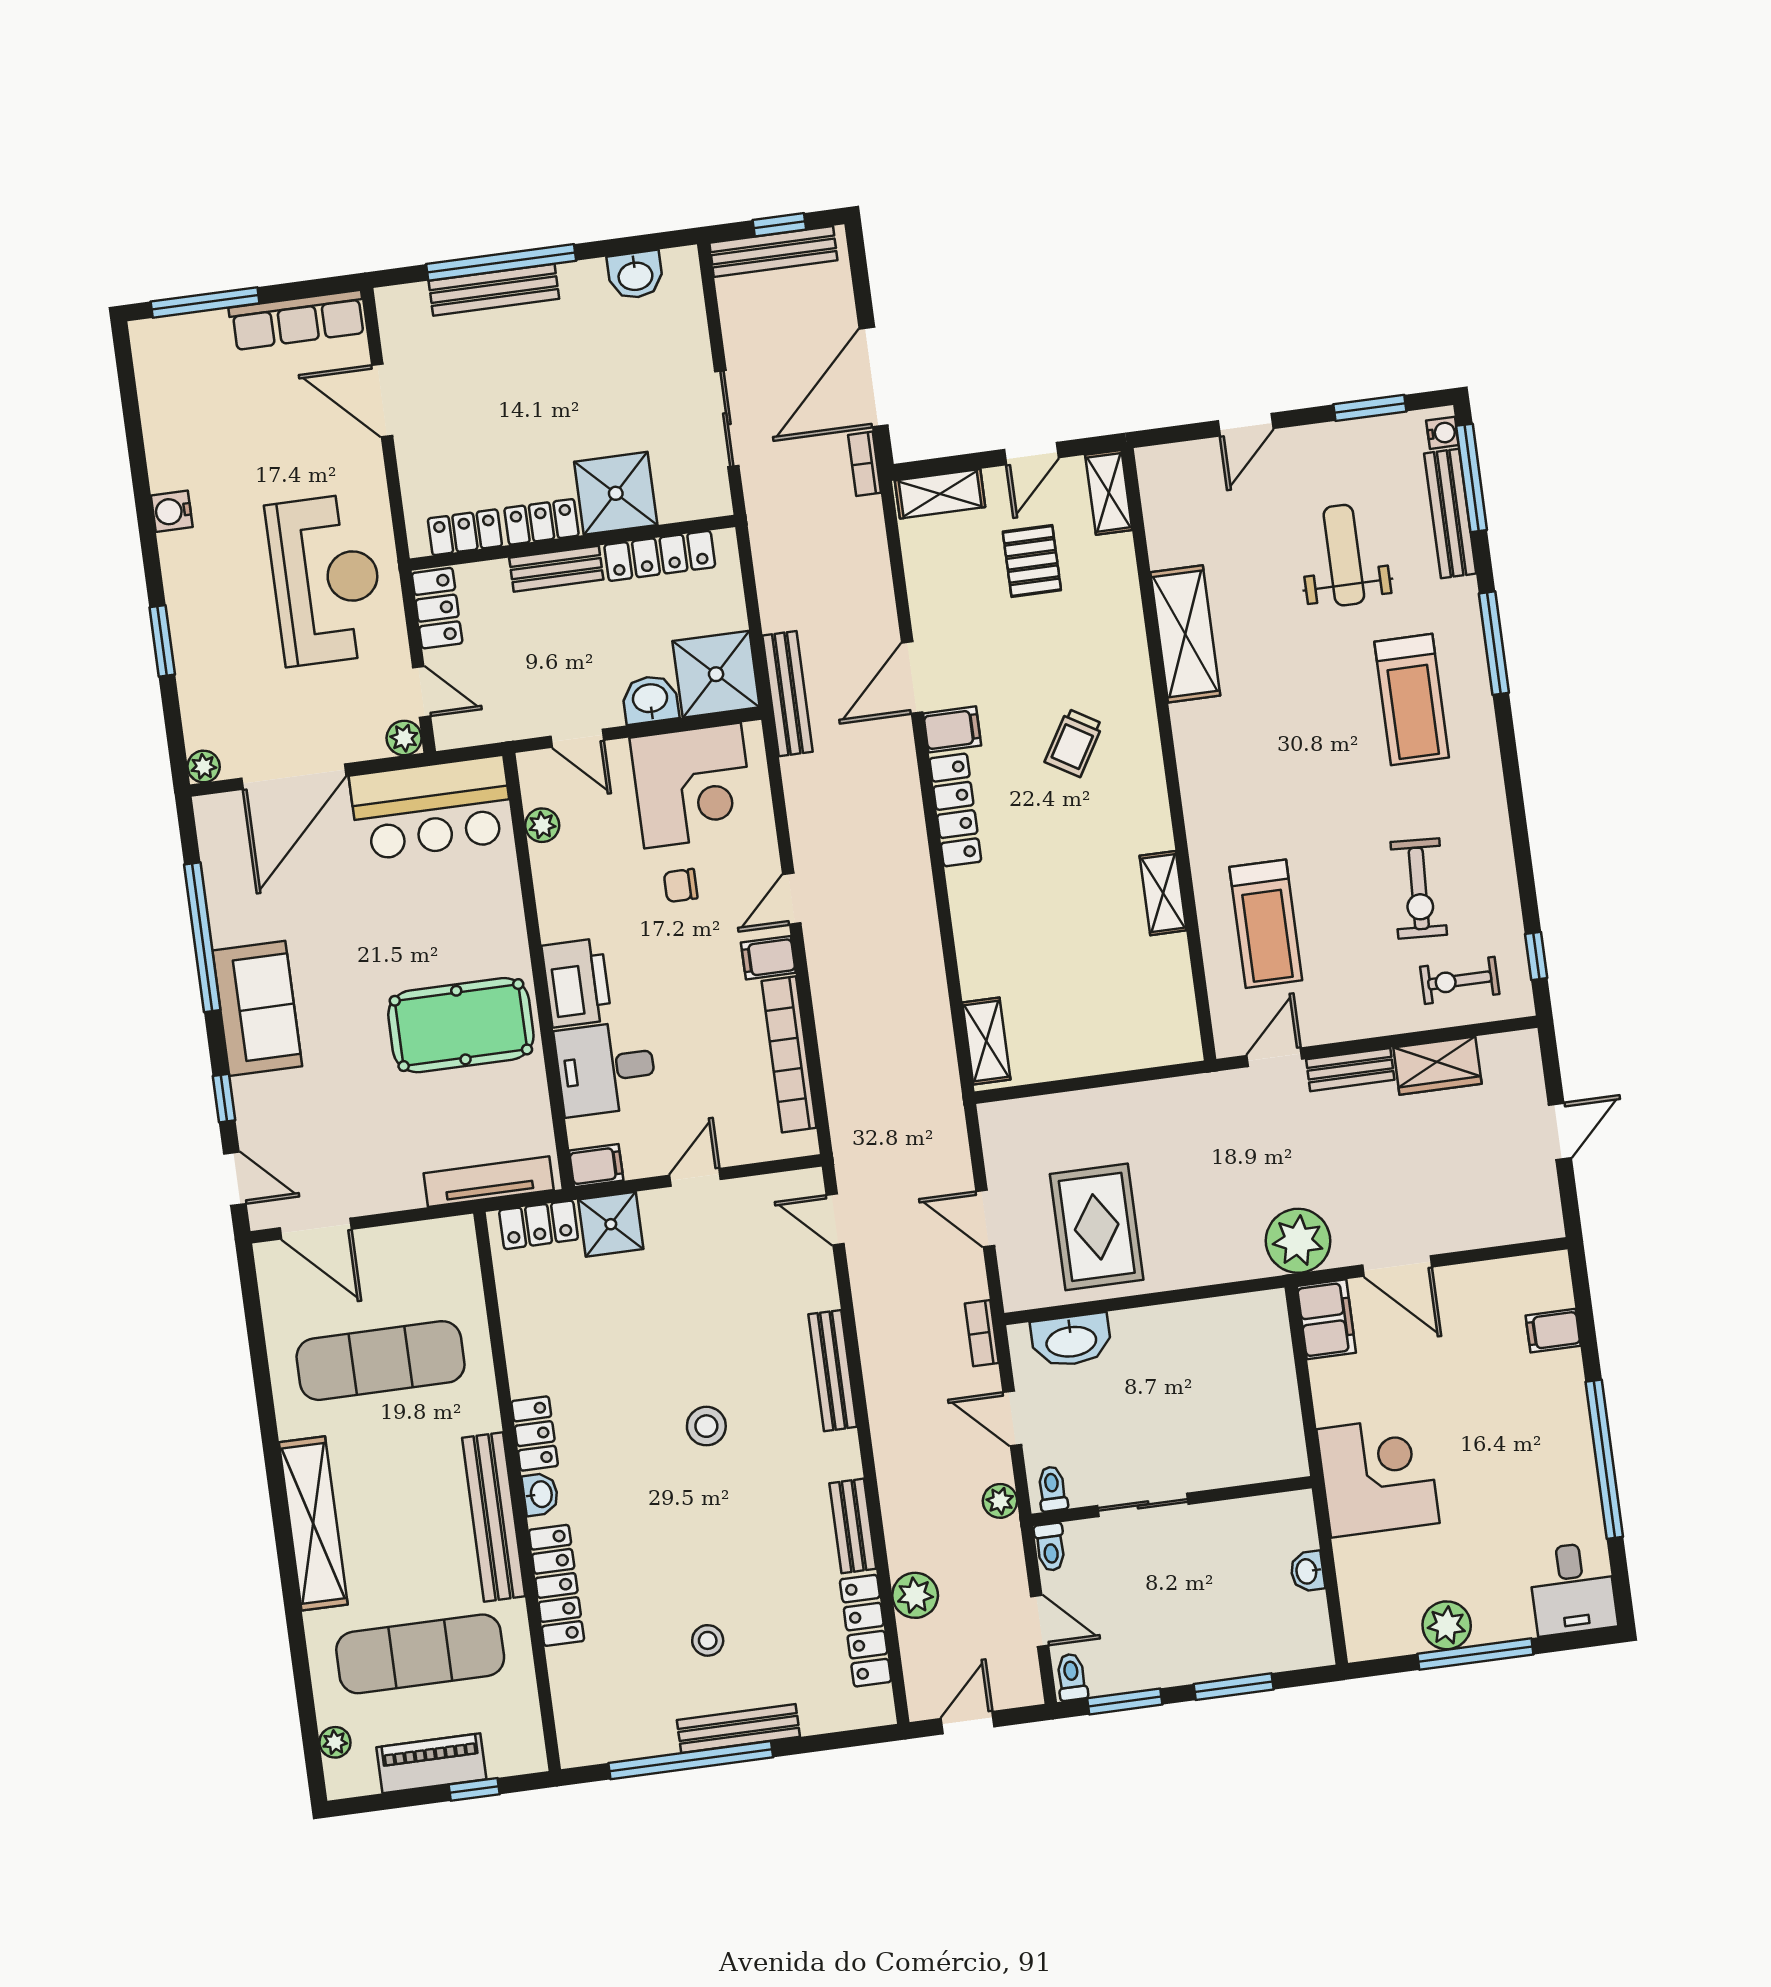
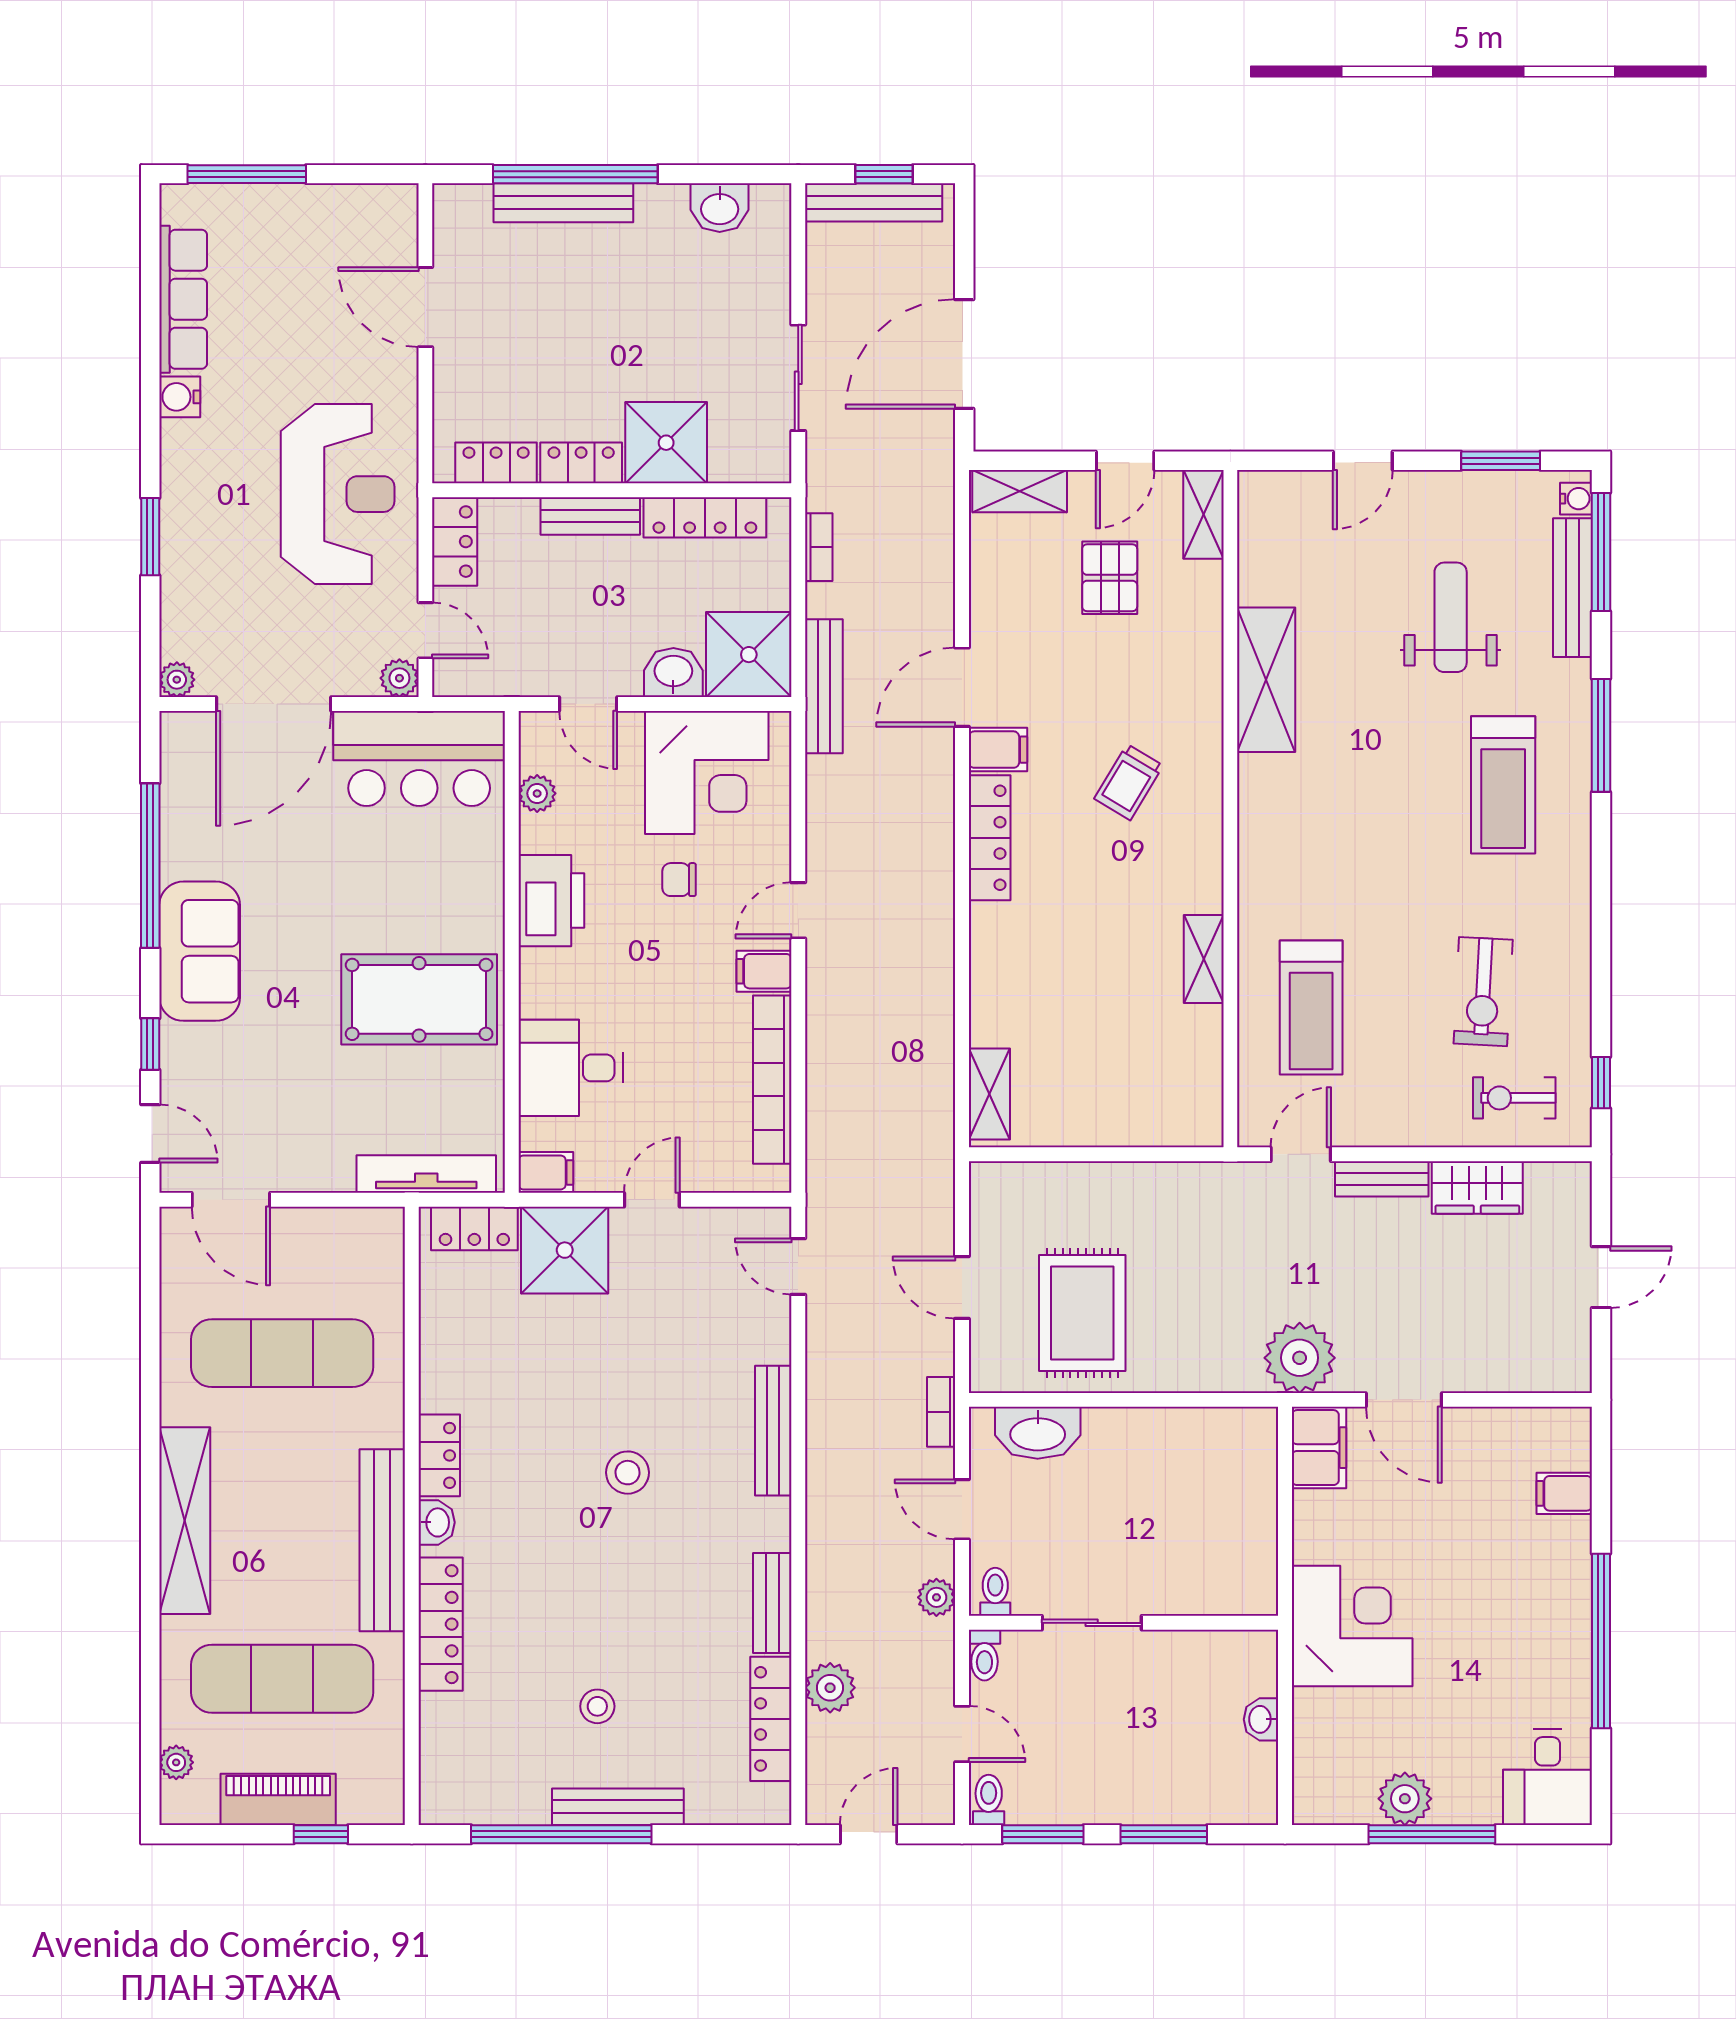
row of seats: (298, 320) -> (183, 299), moved, turned -90
bookcase: (864, 464) -> (819, 547), moved, turned 180
printer: (577, 983) -> (551, 901), moved
shower: (611, 1224) -> (565, 1250), width x1.36, depth x1.36

